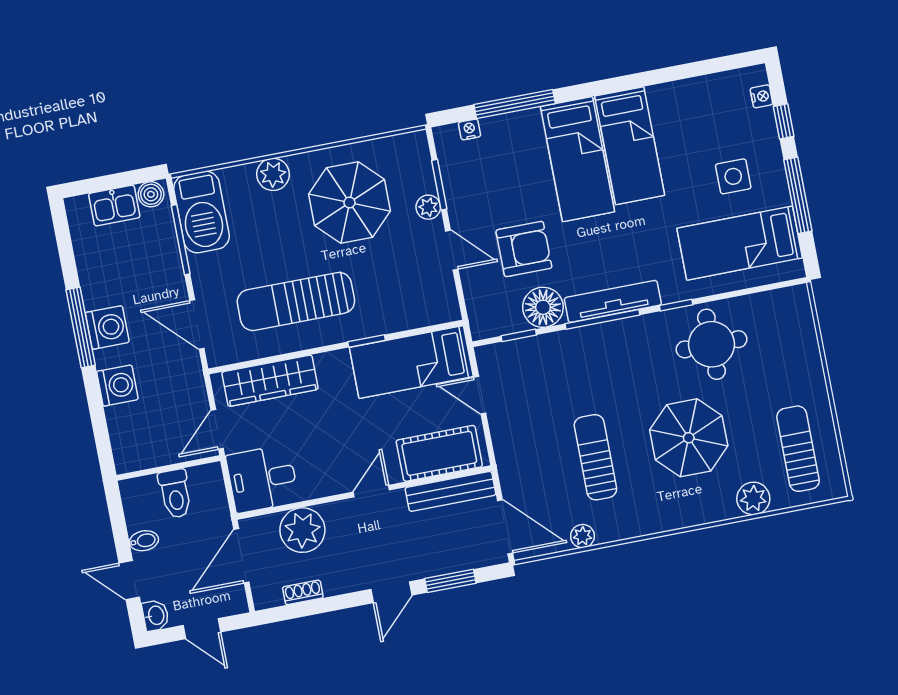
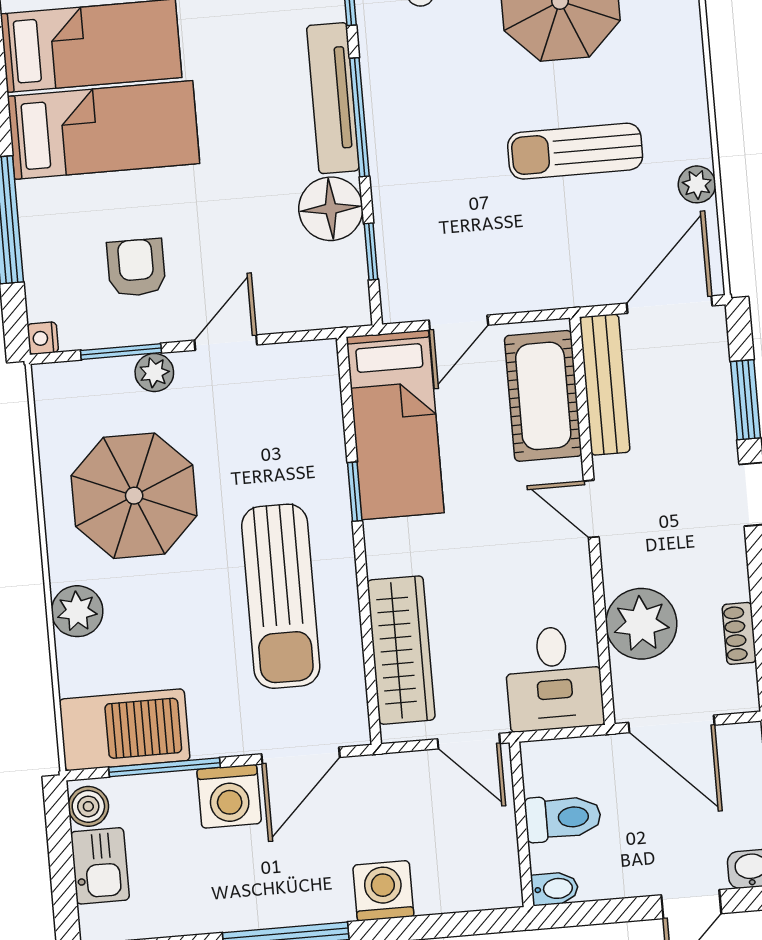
nightstand: (470, 129) -> (43, 338), moved
armchair: (524, 249) -> (136, 268), moved, width x0.72, depth x0.72
washing machine: (107, 327) -> (229, 796), moved, turned 180
bidet: (144, 541) -> (555, 889), moved, turned 90

